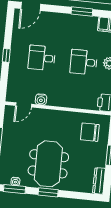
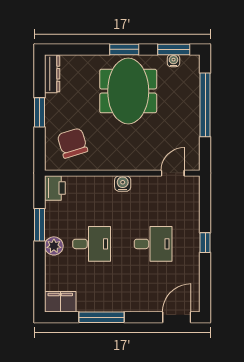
window: (82, 12) -> (101, 317), width x1.44
water cooler: (41, 99) -> (123, 184), moved
chair: (90, 132) -> (72, 143), turned -107

